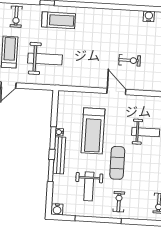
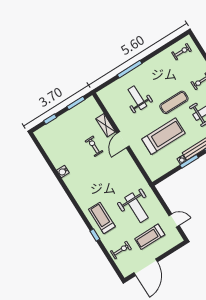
water cooler: (149, 16) -> (63, 172), moved
weight bench: (45, 59) -> (136, 208), turned 180
shelving: (141, 85) -> (106, 125), added

